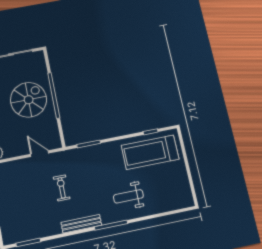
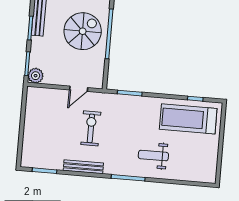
door: (39, 154) -> (79, 89), swing flipped
exercise bike: (62, 188) -> (91, 128), width x1.38, depth x1.39
bench: (81, 224) -> (83, 167), moved

